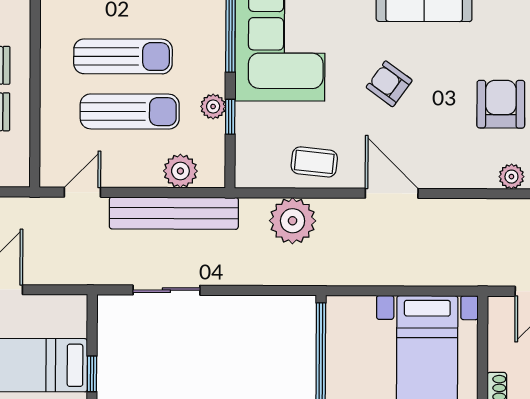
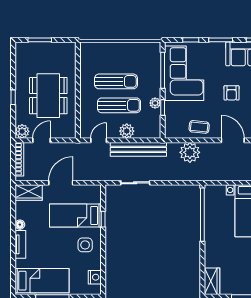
armchair: (389, 84) -> (232, 93), turned -126
plant: (180, 171) -> (127, 131), moved

